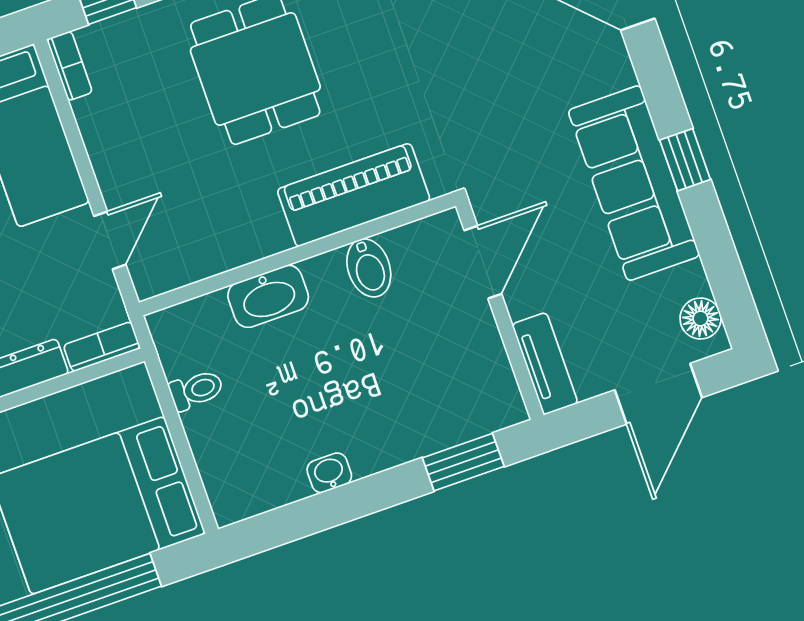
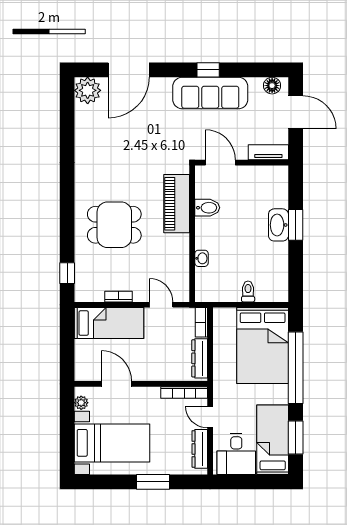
bookcase: (70, 66) -> (119, 297), moved
washbasin: (268, 296) -> (201, 258), width x0.52, depth x0.69
toilet: (196, 390) -> (248, 291), moved
window: (463, 462) -> (296, 225), moved
washbasin: (329, 473) -> (278, 225), moved, width x1.91, depth x1.45

